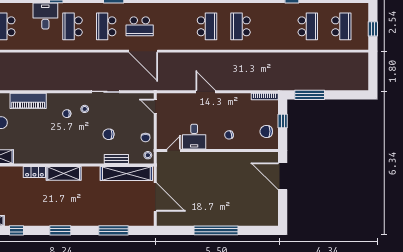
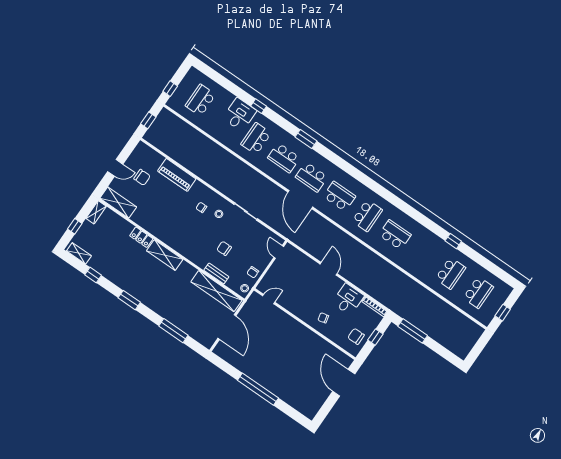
school desk: (106, 26) -> (284, 158), turned -90
school desk: (173, 26) -> (339, 196), added
school desk: (241, 26) -> (395, 235), turned 90
desk: (194, 137) -> (348, 299), moved, turned 180

